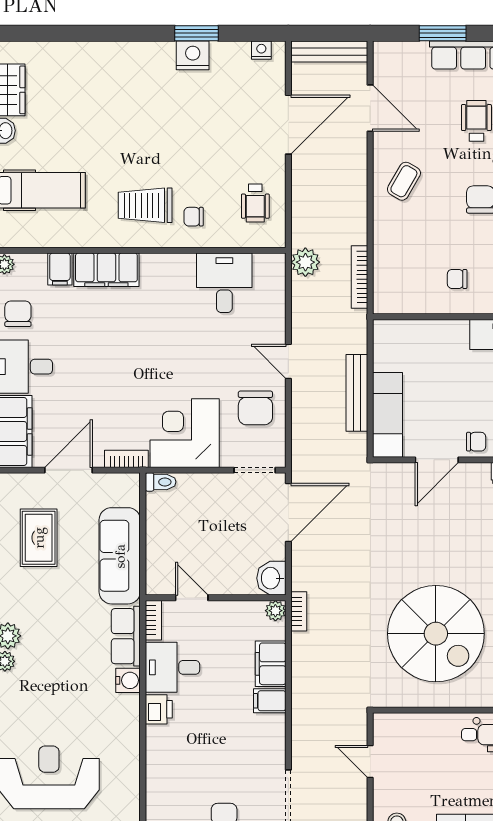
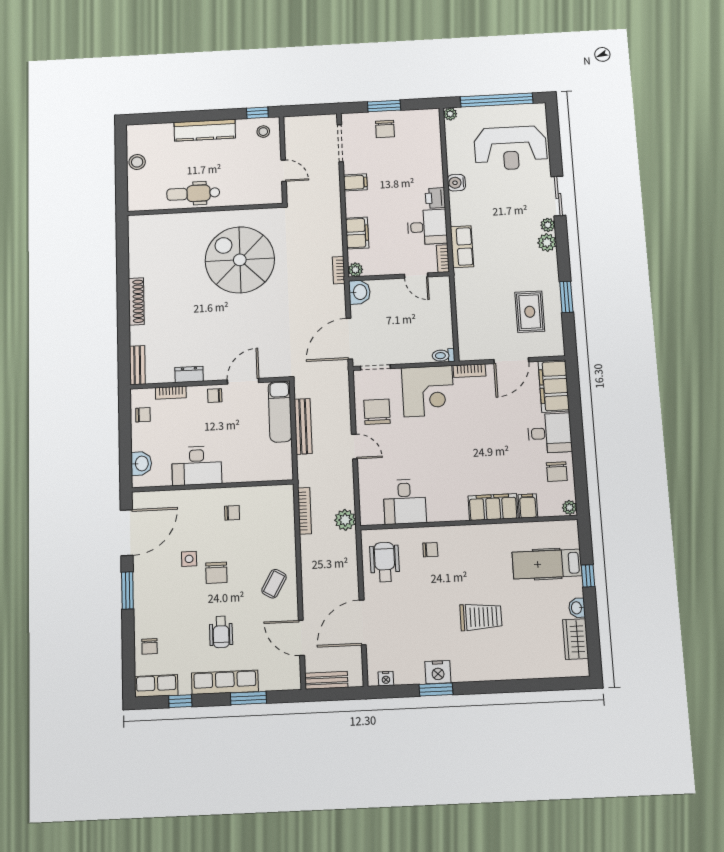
bench: (330, 52) -> (326, 680), width x0.73
wheelchair: (255, 203) -> (385, 562), width x1.36, depth x1.37
trolley: (145, 205) -> (481, 617), moved
sofa: (120, 556) -> (470, 302), removed
water cooler: (128, 680) -> (456, 183), moved
filing cabinet: (270, 701) -> (355, 182), moved

